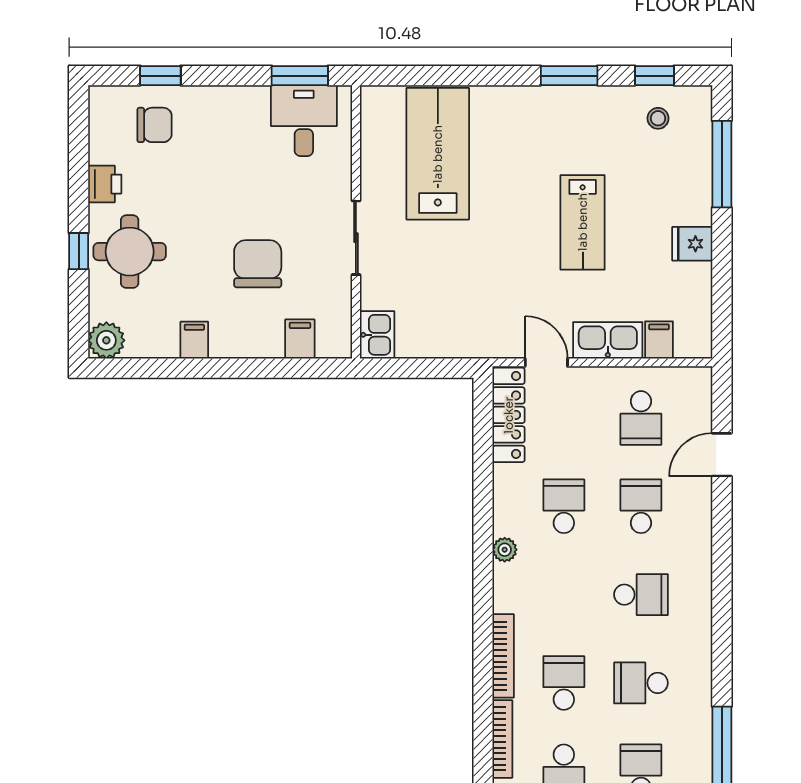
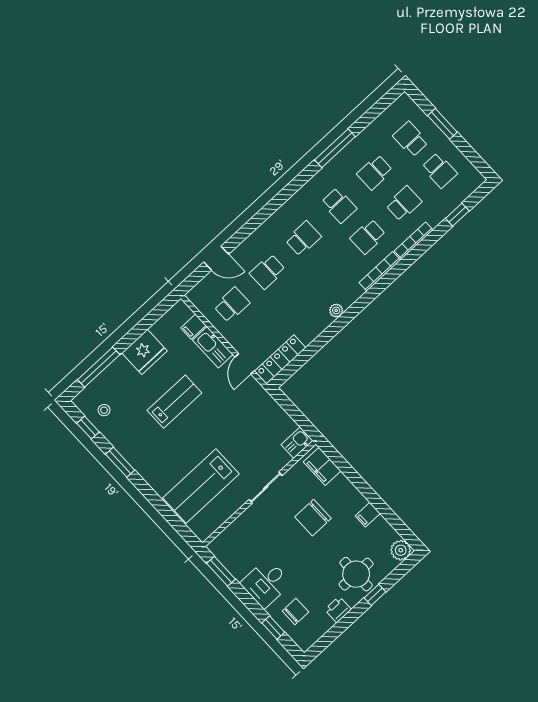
desk: (304, 121) -> (266, 583), moved
chair: (154, 125) -> (295, 611), turned 90
fridge: (692, 244) -> (145, 352), width x1.88, depth x1.34
filing cabinet: (300, 339) -> (322, 466), width x2.00
school desk: (564, 506) -> (296, 303), removed
school desk: (641, 595) -> (303, 238), turned 90

